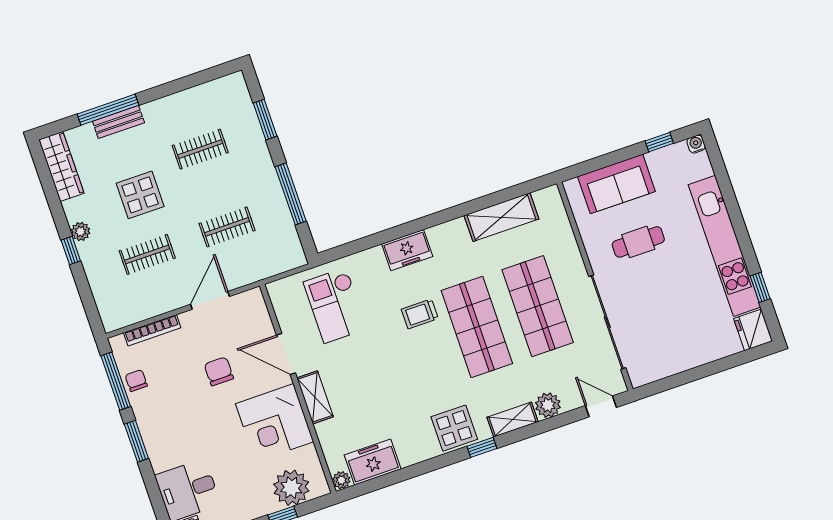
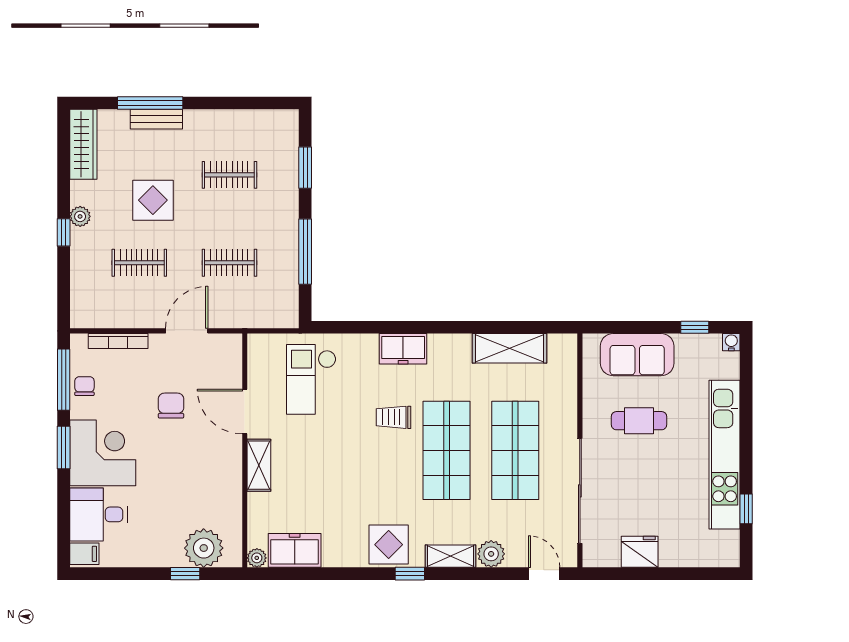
fridge: (753, 330) -> (640, 552), moved, turned 90
corner desk: (275, 423) -> (103, 453), moved, turned 180

